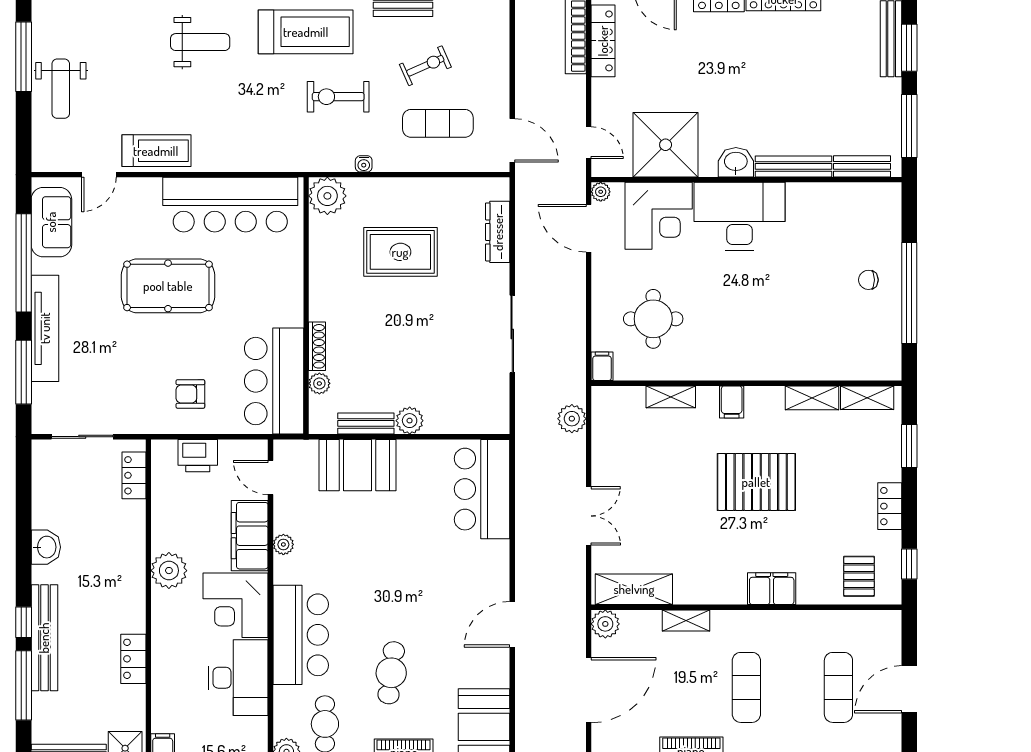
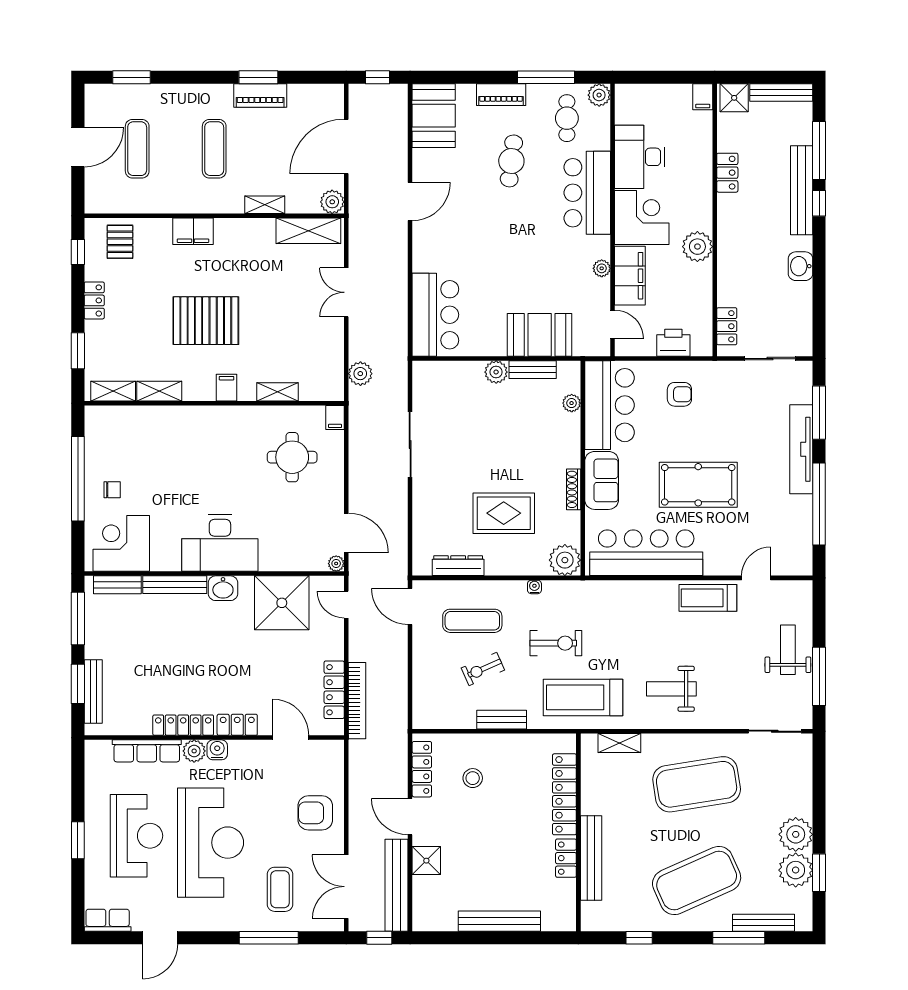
corner desk: (659, 216) -> (121, 543), moved
sofa: (51, 222) -> (602, 480), moved, turned 180
dresser: (498, 232) -> (458, 566), moved, turned -90
shoe rack: (317, 346) -> (574, 489), moved

